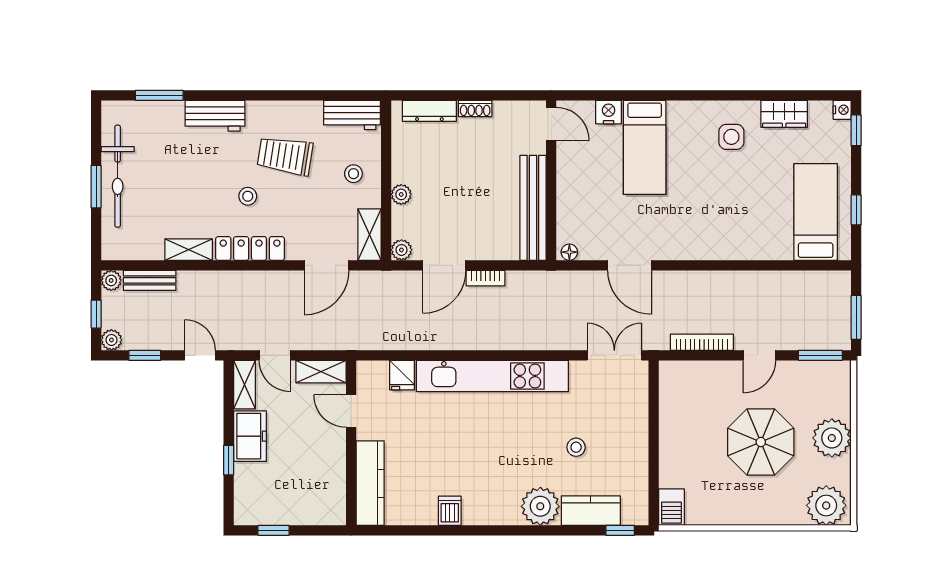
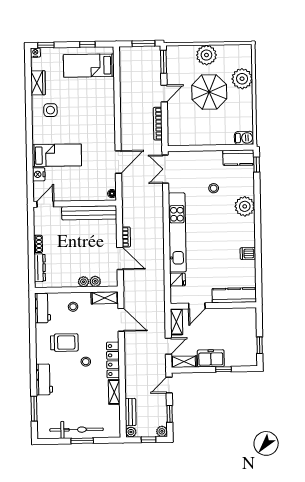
trolley: (285, 156) -> (64, 343), turned -99
plant: (401, 250) -> (95, 281), moved
door: (759, 355) -> (164, 93), hinge flipped
plant: (826, 505) -> (242, 79), moved
kitchen counter: (591, 511) -> (238, 158), moved, turned -90

